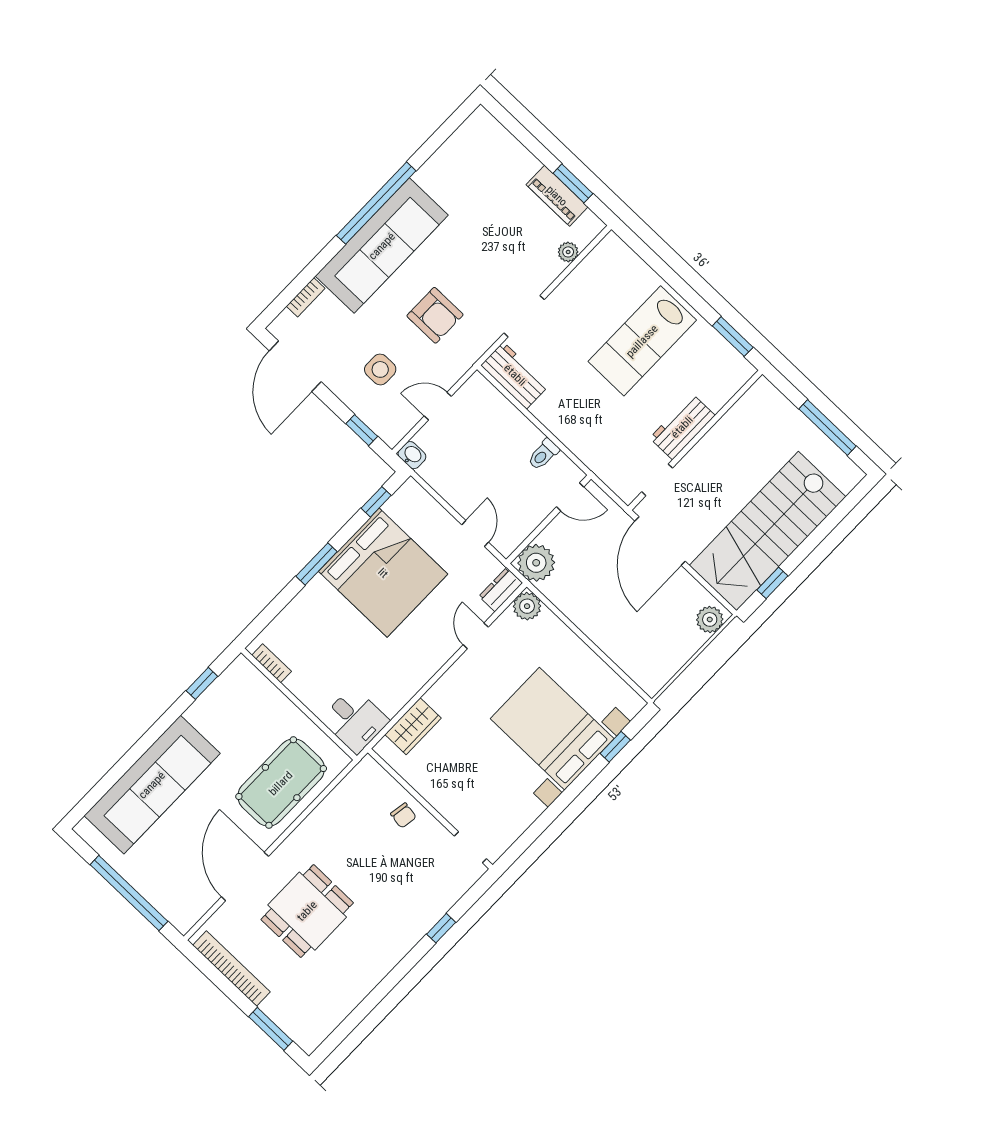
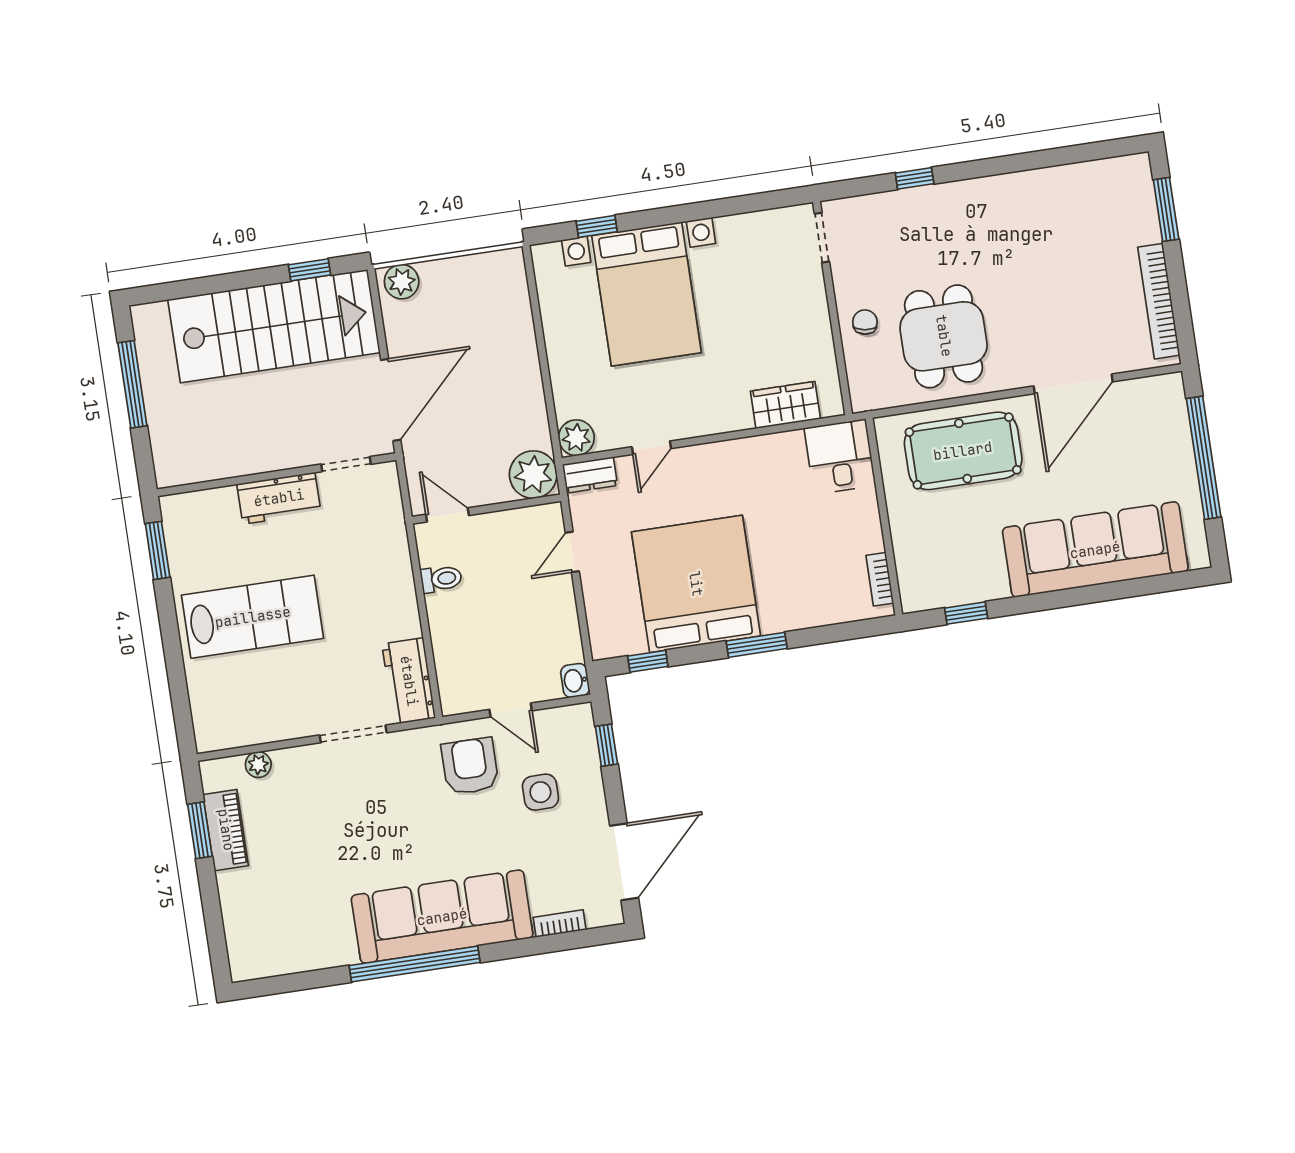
armchair: (435, 315) -> (470, 766), moved
dining table: (307, 911) -> (944, 336), moved, turned 90

